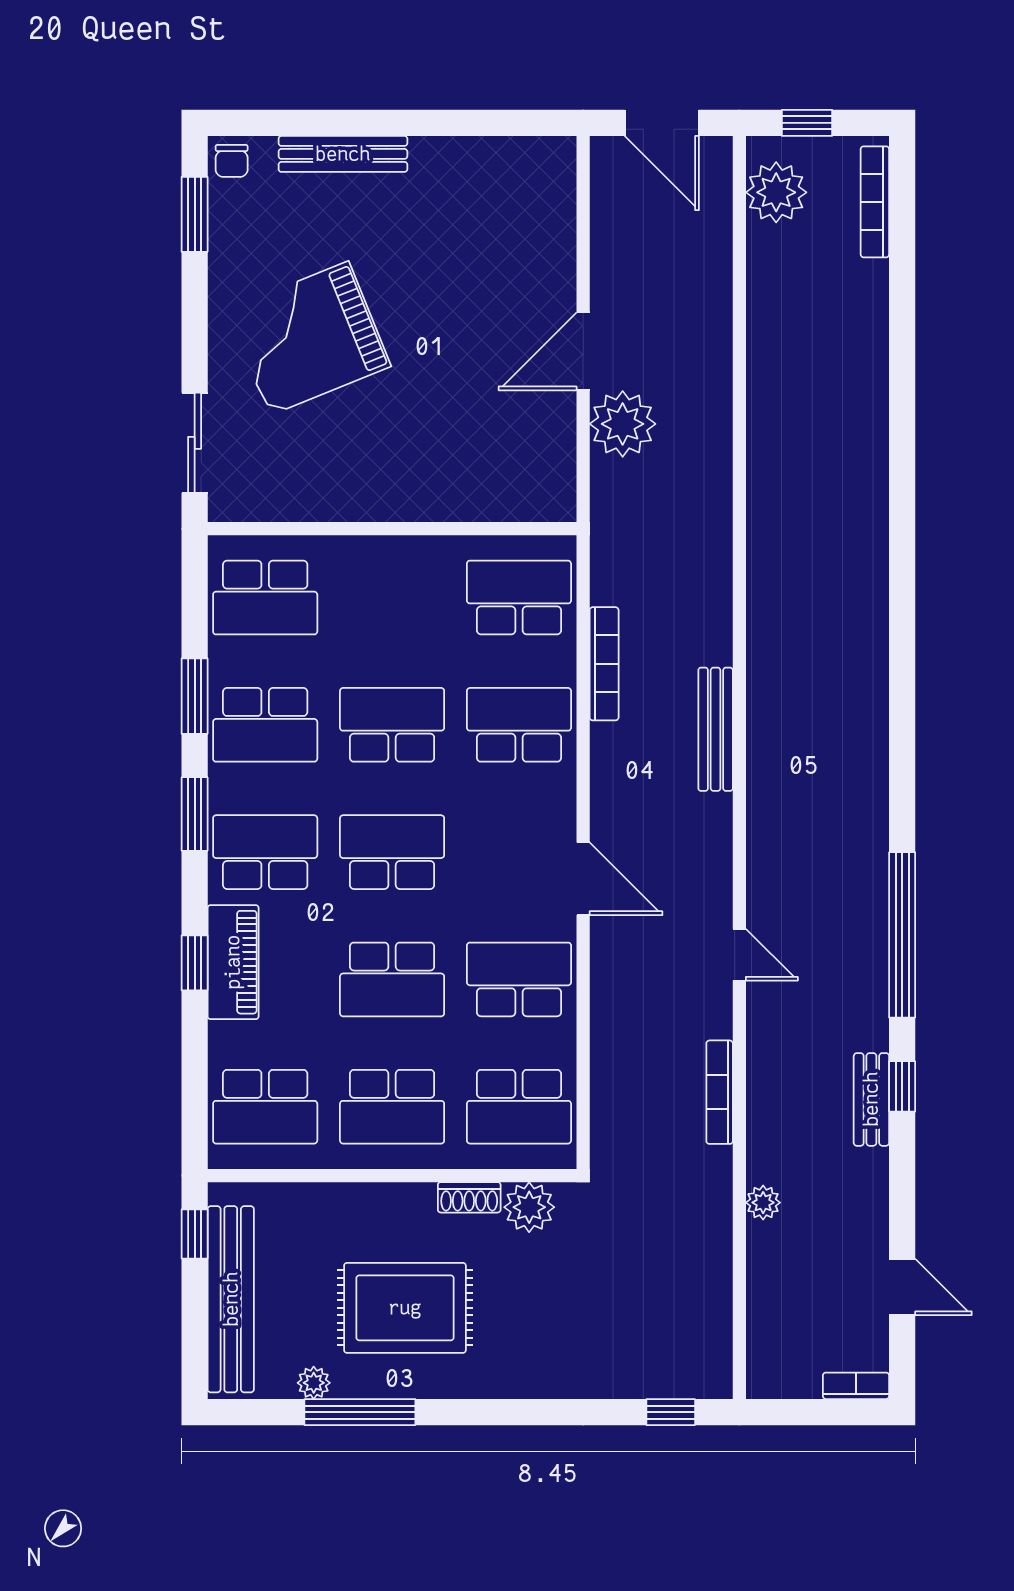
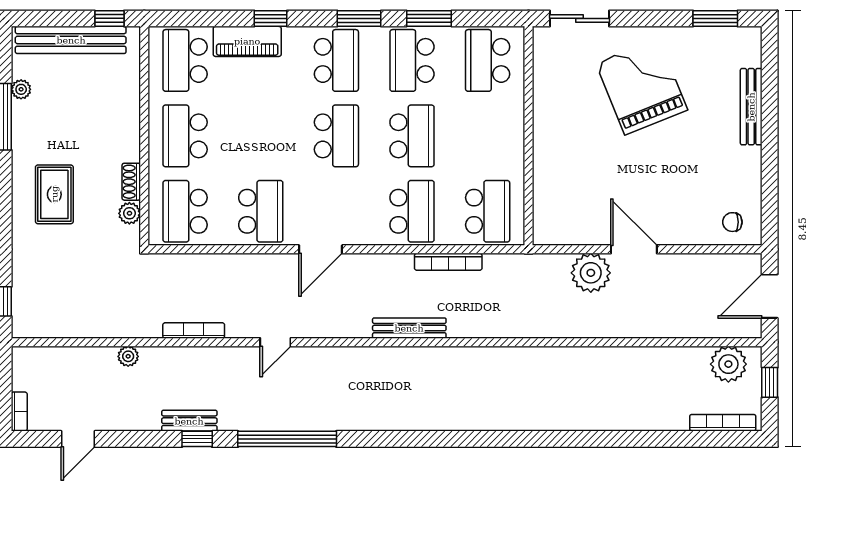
chair: (232, 161) -> (732, 222), moved
piano: (233, 962) -> (247, 41), moved
school desk: (392, 979) -> (261, 136), removed
plant: (529, 1207) -> (129, 213), width x0.73, depth x0.73
rug: (405, 1308) -> (54, 194), moved, width x0.73, depth x0.70

